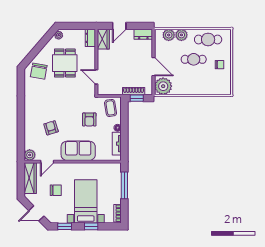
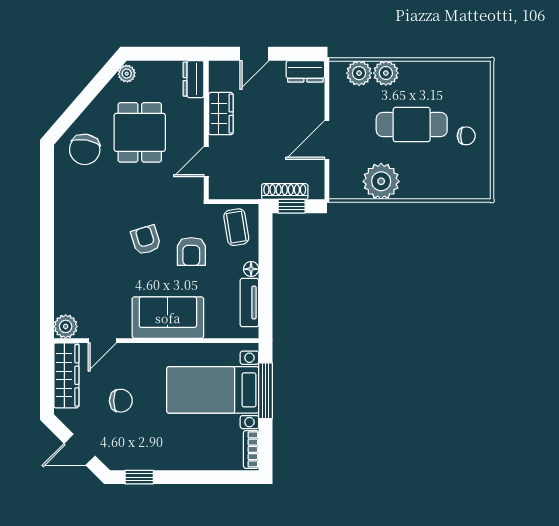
wardrobe: (103, 39) -> (221, 114), moved
cafe table: (208, 39) -> (442, 83), removed
cafe table: (194, 59) -> (412, 125), width x1.37, depth x1.35
door: (153, 67) -> (327, 140), swing flipped
door: (96, 77) -> (206, 162), hinge flipped
plant: (163, 86) -> (381, 181), moved
armchair: (51, 128) -> (146, 240), moved
bed with nightstands: (86, 201) -> (213, 390), moved, turned -90
window: (91, 226) -> (195, 477), removed

